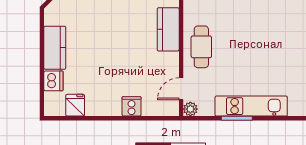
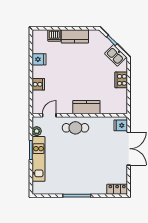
door: (181, 89) -> (49, 115), hinge flipped
fridge: (75, 105) -> (39, 59), moved
plant: (190, 109) -> (37, 131), moved

